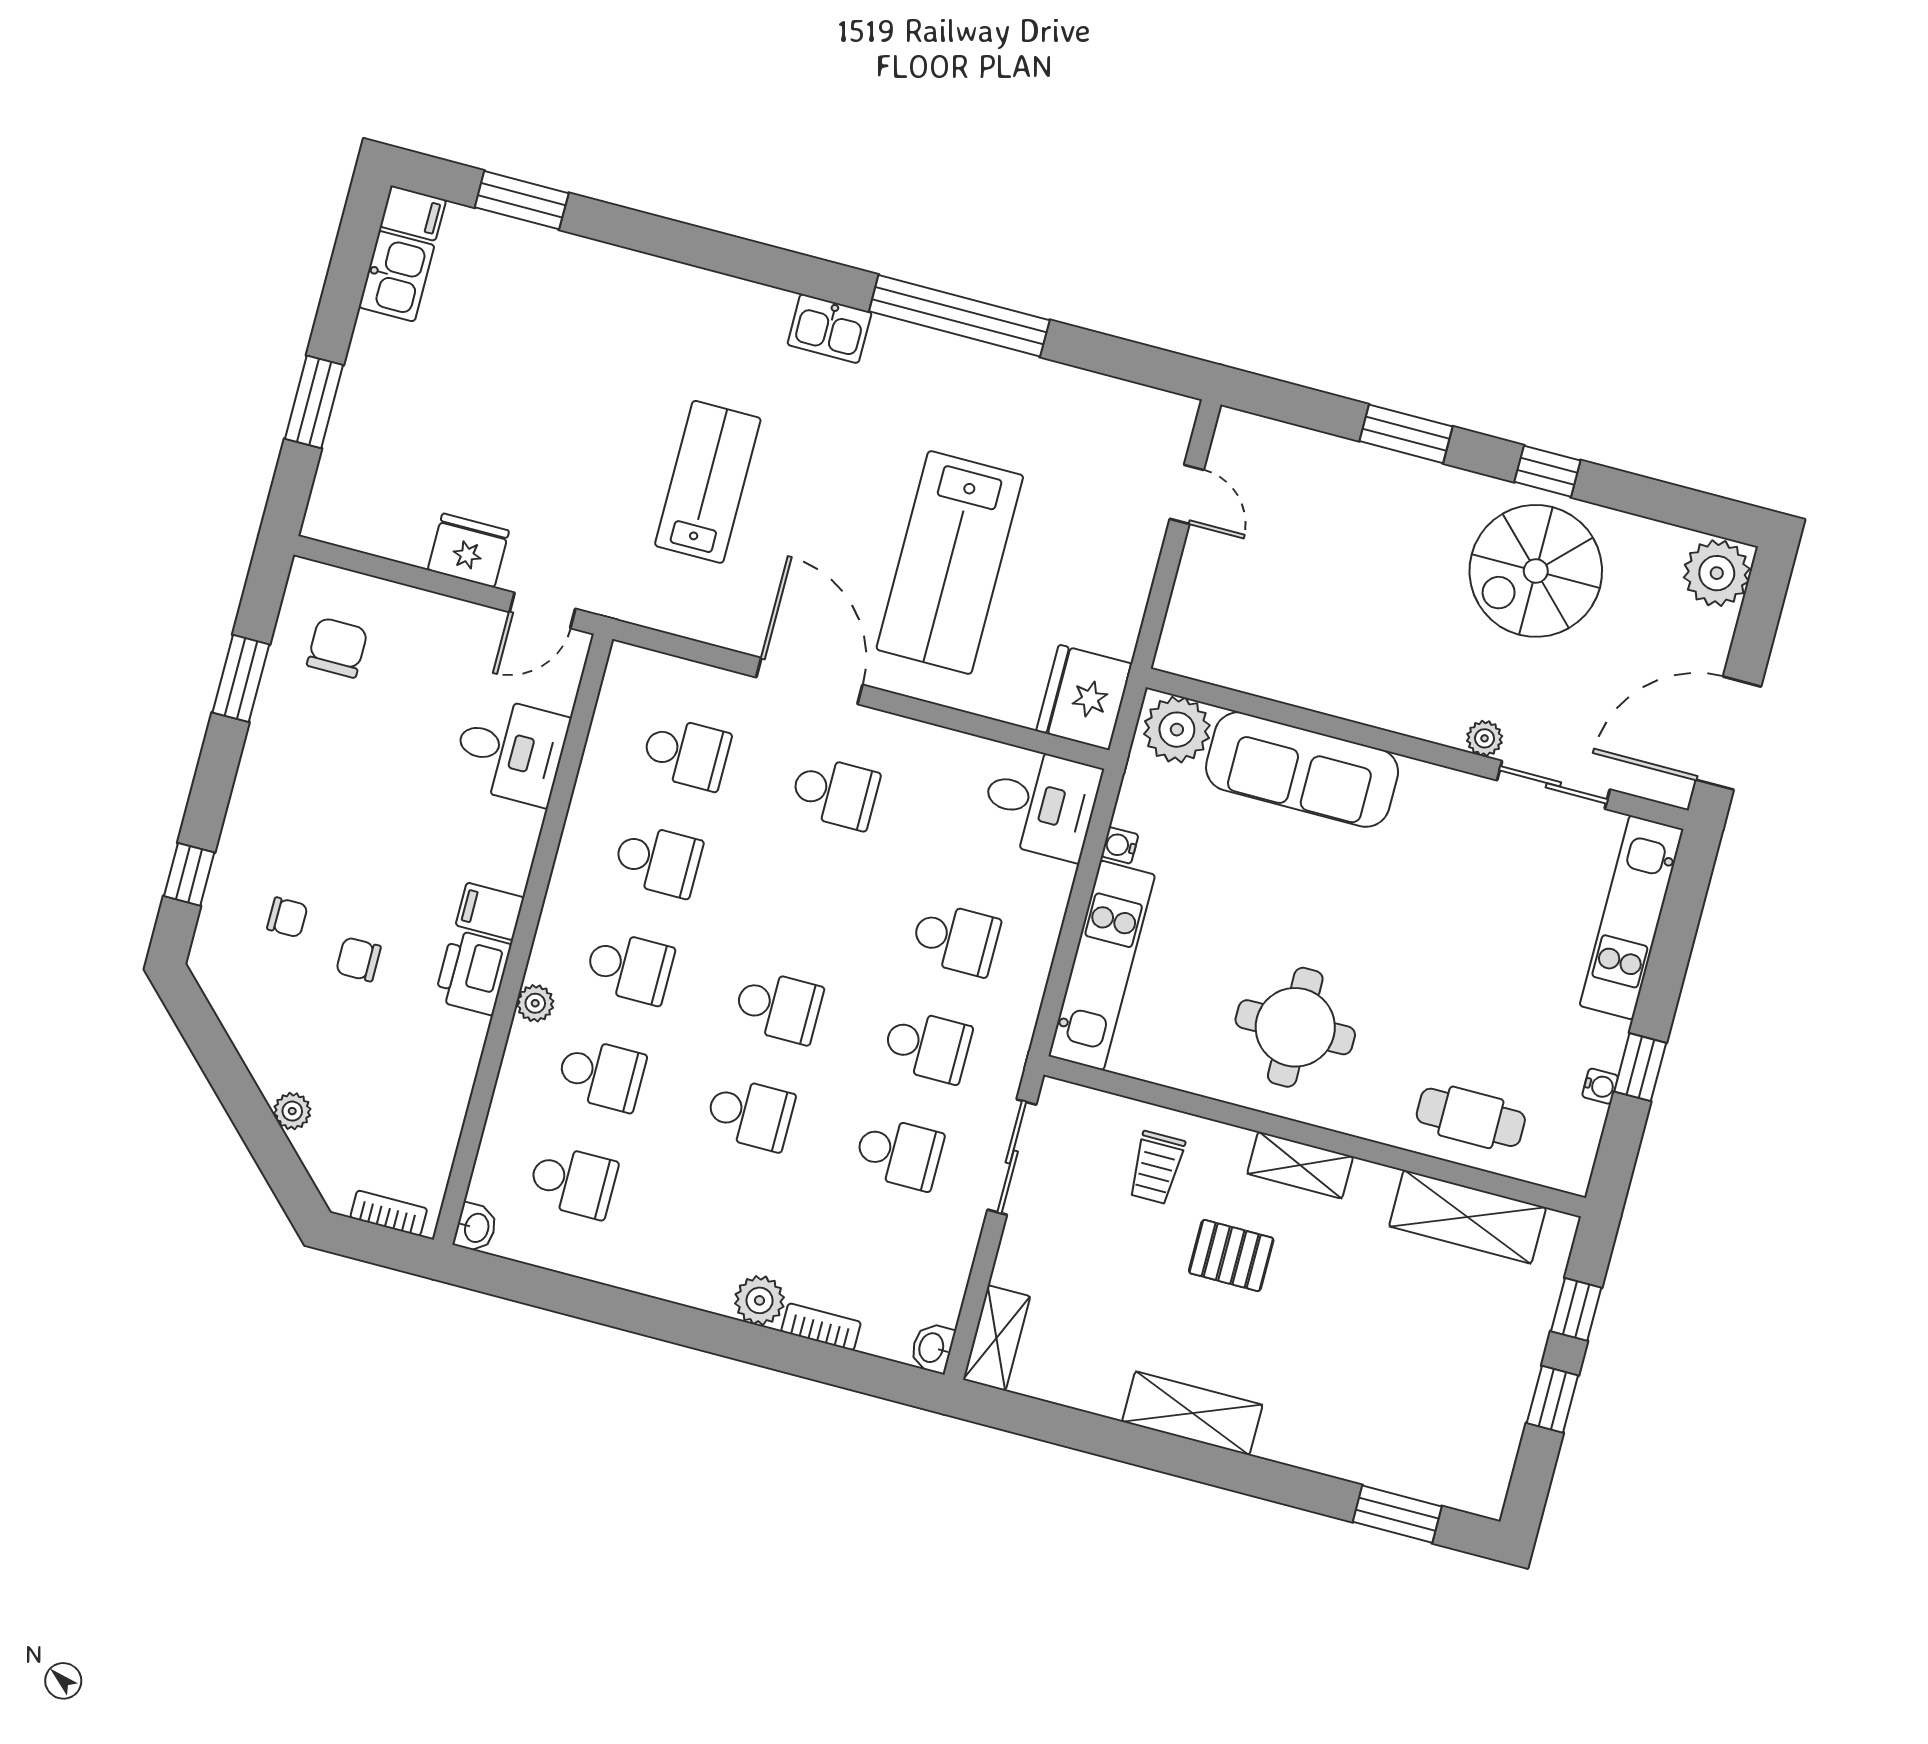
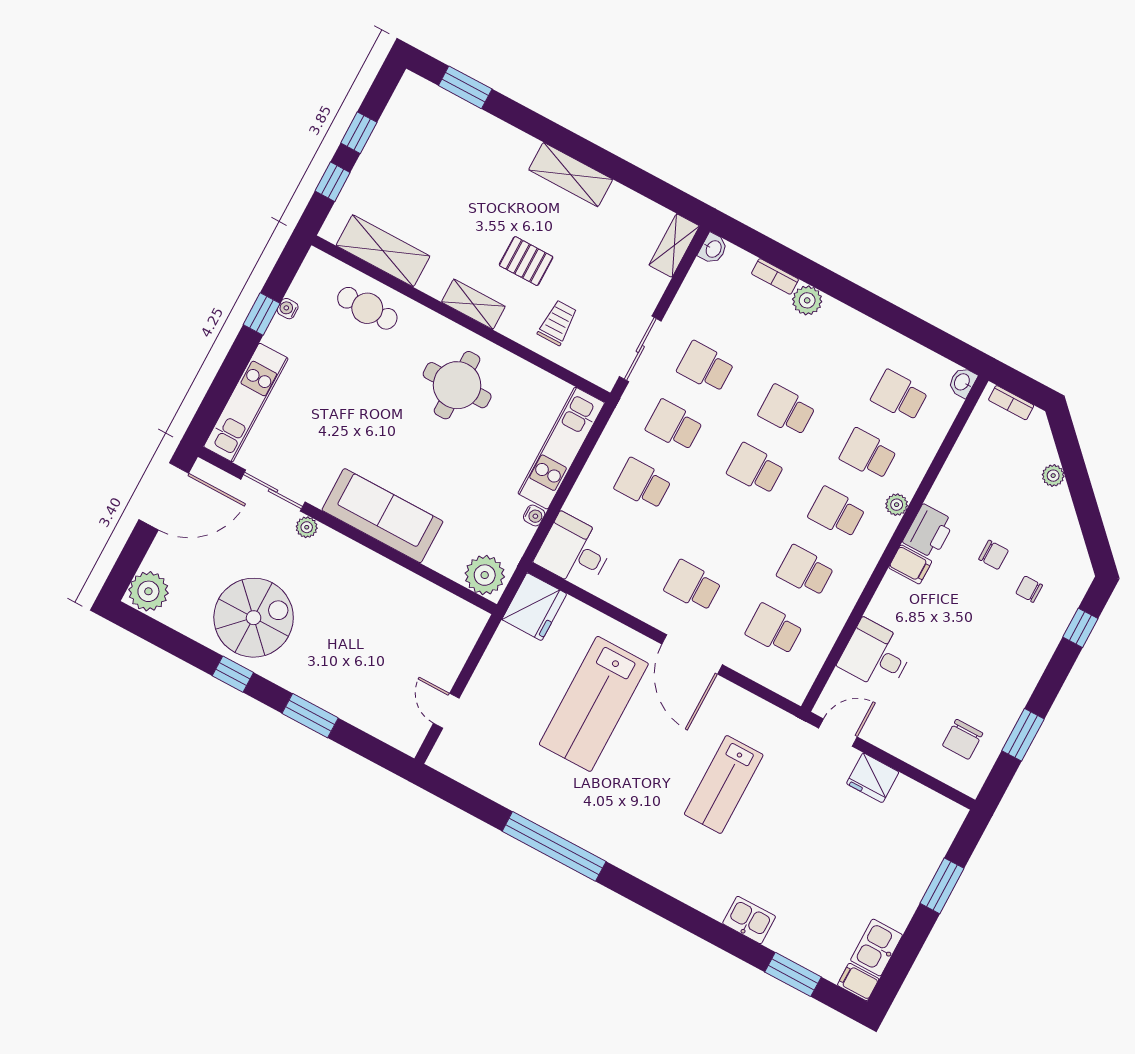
kitchen sink: (829, 329) -> (749, 920), moved
lab bench: (950, 562) -> (594, 704), turned 180
sofa: (1302, 770) -> (382, 516), moved

